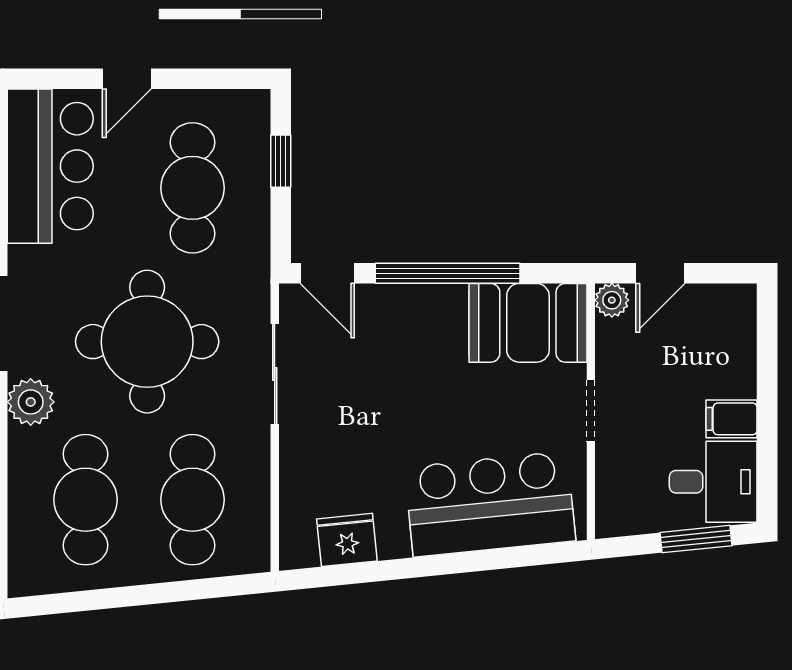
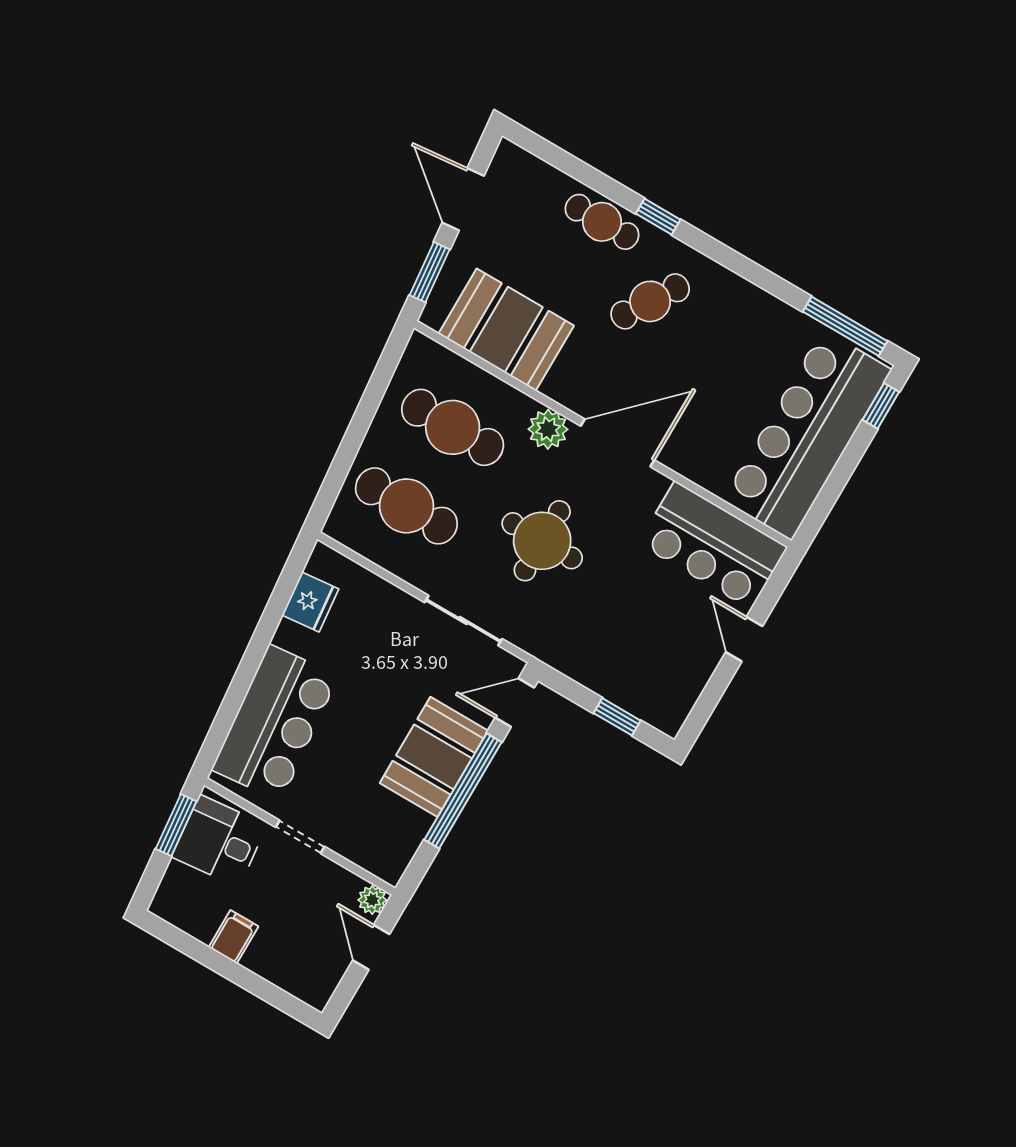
cafe table: (192, 188) -> (636, 640), removed
booth: (528, 323) -> (434, 757), moved
round table: (147, 342) -> (542, 541), width x0.73, depth x0.73
desk: (713, 482) -> (219, 841), moved, turned 84
window: (696, 539) -> (176, 825), moved

